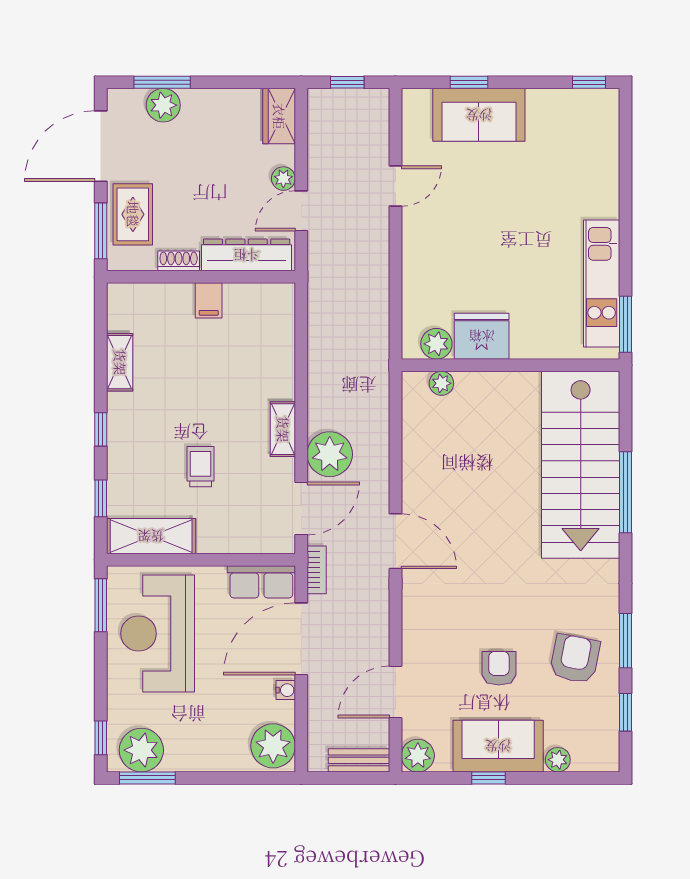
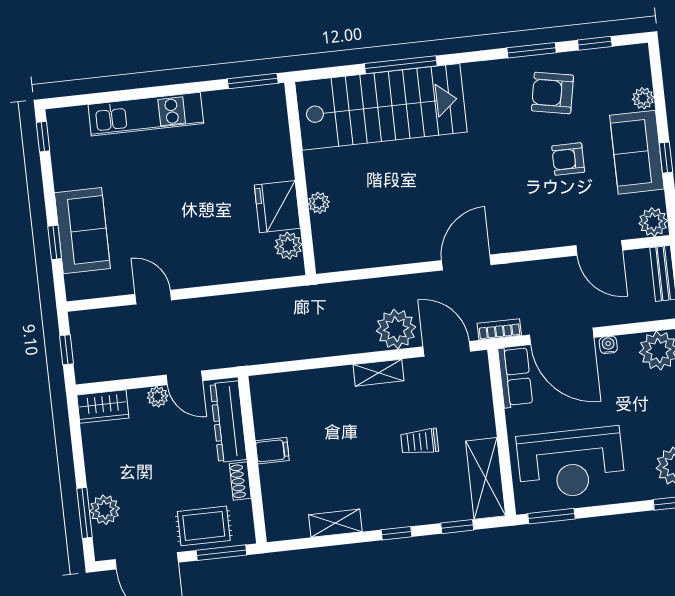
kitchen unit: (602, 283) -> (146, 114), moved
plant: (441, 383) -> (319, 203), moved

